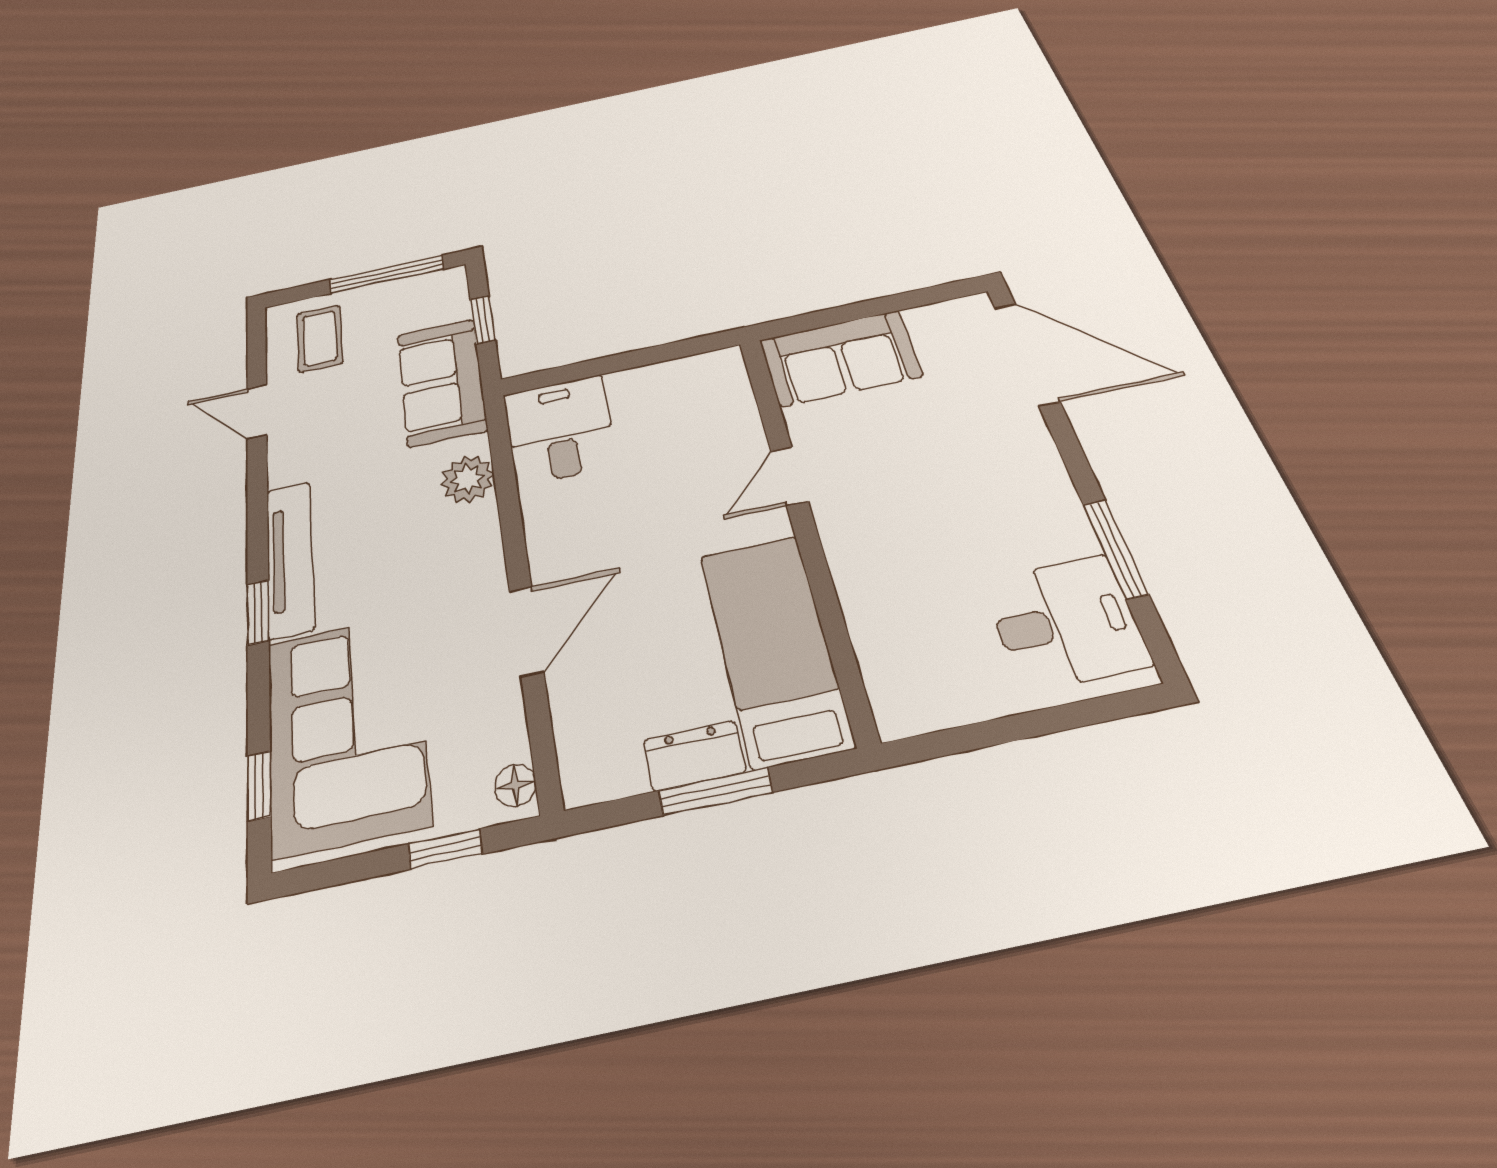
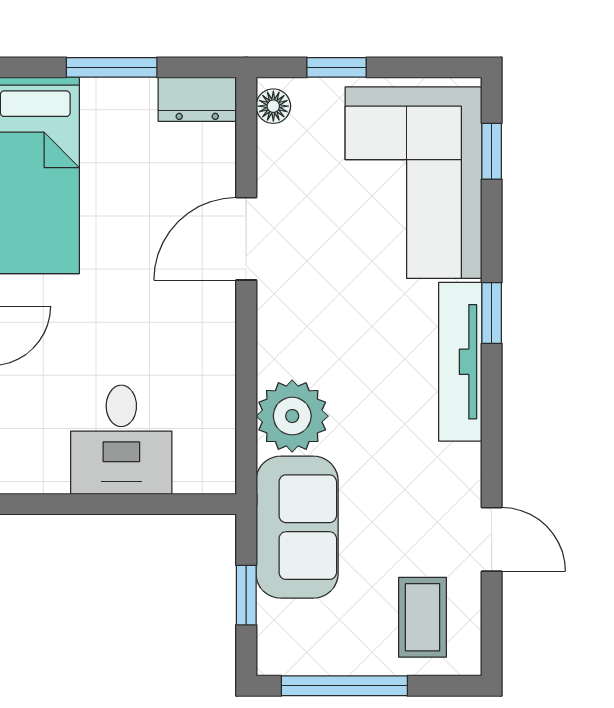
desk: (560, 430) -> (121, 440), moved
plant: (467, 479) -> (292, 416), width x1.36, depth x1.36
dresser: (694, 756) -> (197, 99), moved

